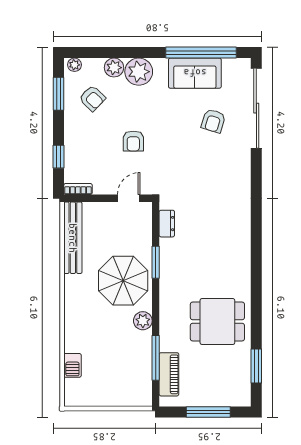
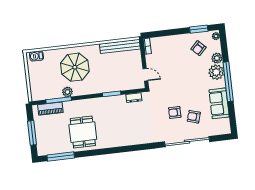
window: (201, 53) -> (228, 82), moved
sliding door: (256, 108) -> (187, 142), moved
armchair: (133, 141) -> (175, 112), moved
window: (59, 157) -> (164, 33), removed
parasol: (123, 281) -> (75, 67), moved
plant: (143, 321) -> (67, 92), moved
barbecue: (72, 365) -> (37, 56), moved
window: (256, 366) -> (61, 156), width x1.44

